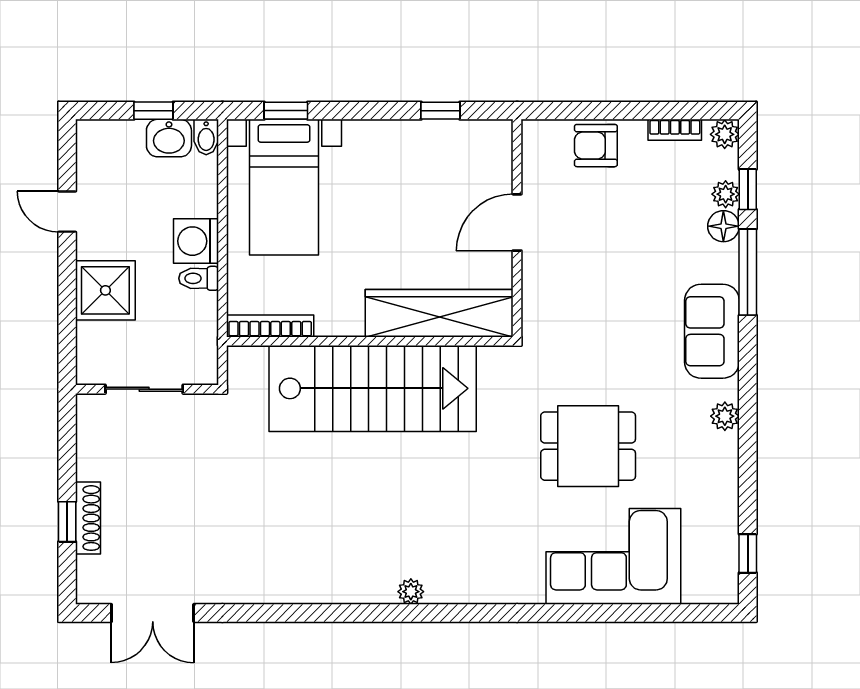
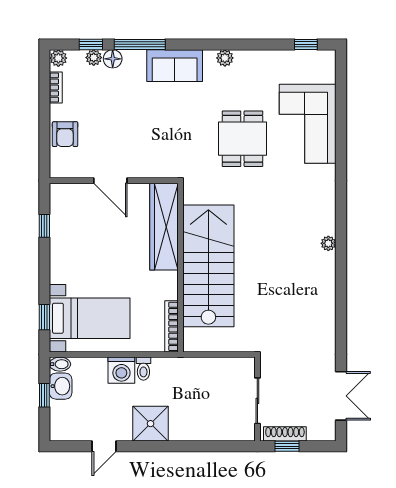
sliding door: (144, 389) -> (257, 401), moved
wall: (147, 389) -> (257, 399), moved

